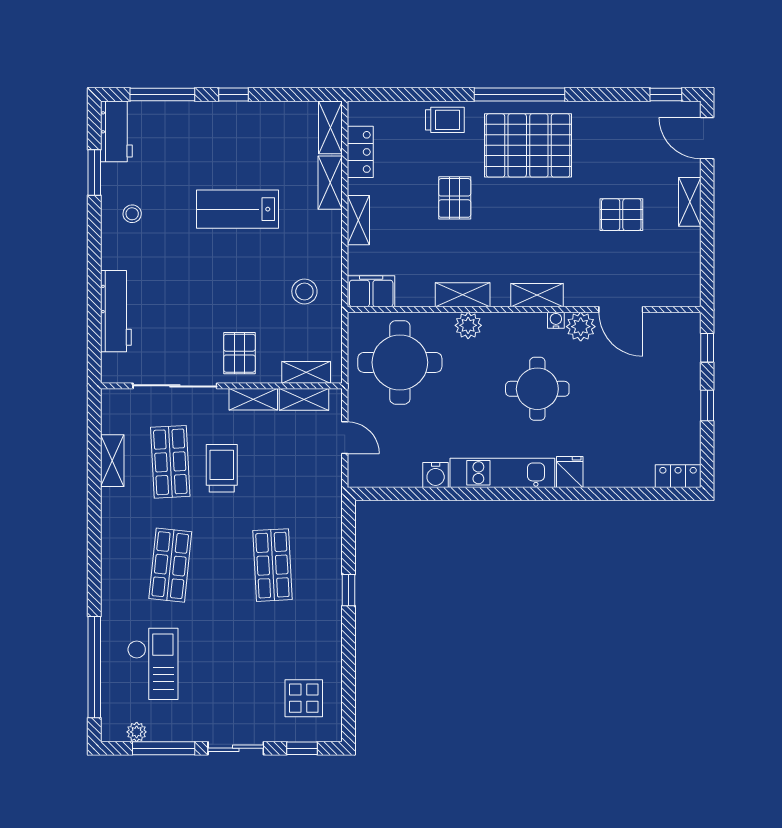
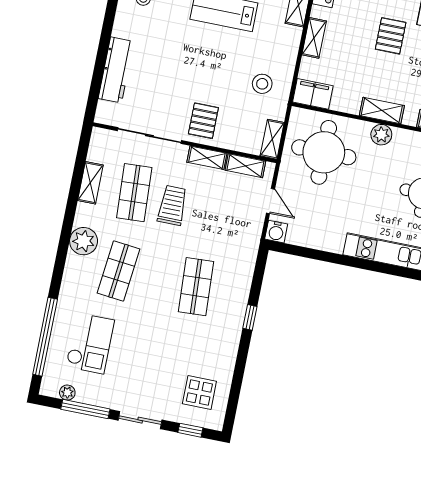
shelving: (306, 372) -> (272, 139), moved, turned 90
water cooler: (436, 475) -> (276, 232), moved
plant: (118, 536) -> (84, 241), added

